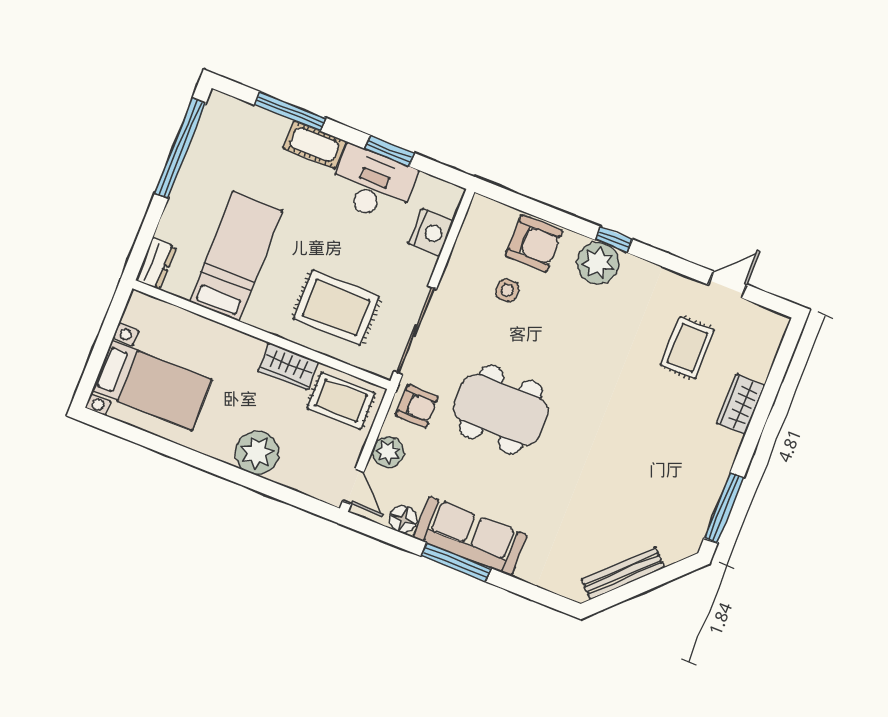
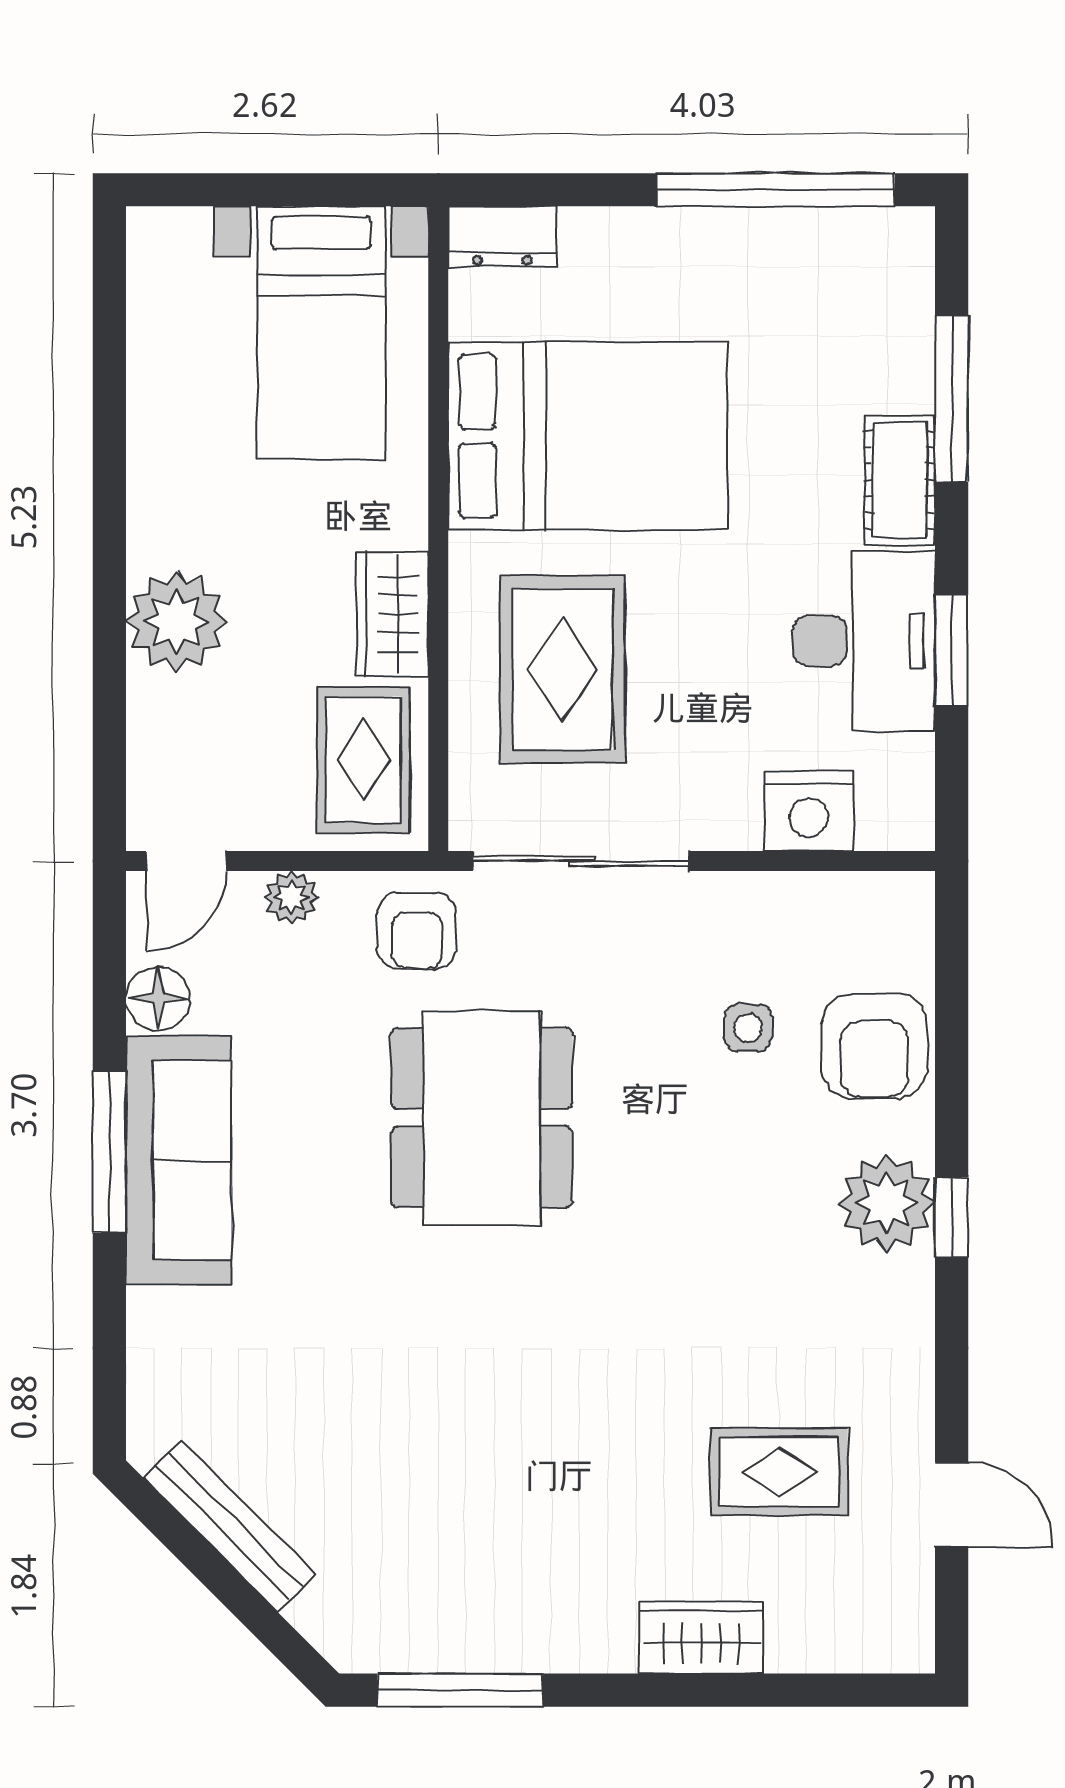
bed: (236, 256) -> (588, 436), width x1.50
bed with nightstands: (152, 385) -> (321, 333), moved
plant: (388, 452) -> (292, 898), width x0.73, depth x0.73

